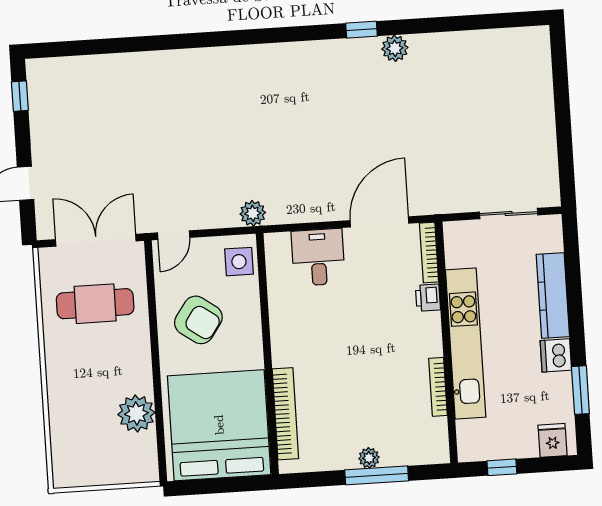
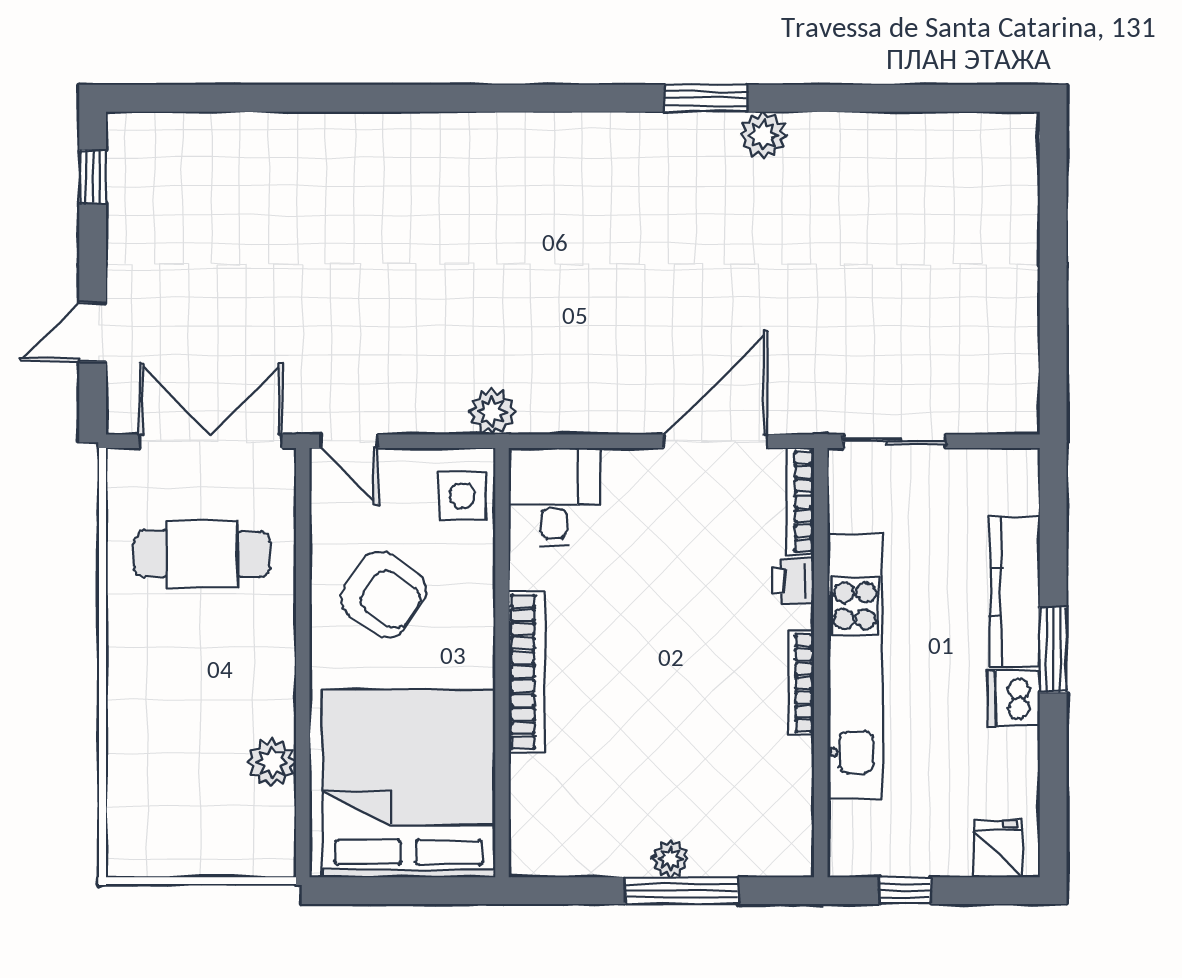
window: (362, 30) -> (706, 98), width x1.50
sliding door: (509, 214) -> (894, 441), moved
door: (174, 235) -> (349, 441), hinge flipped
desk: (318, 257) -> (554, 497), moved
bookcase: (438, 387) -> (801, 683), moved
window: (580, 390) -> (1053, 650), moved
plant: (136, 413) -> (272, 762), width x0.73, depth x0.73
bookcase: (285, 414) -> (527, 672), moved

